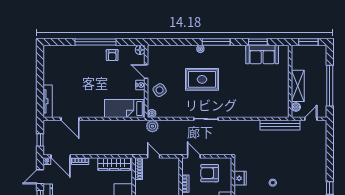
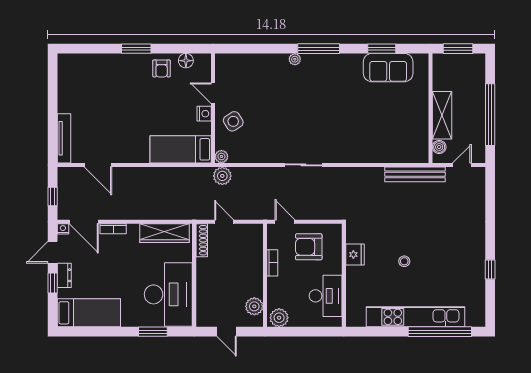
window: (95, 42) -> (136, 49), width x0.47
floor lamp: (140, 50) -> (186, 61), moved
rug: (202, 79) -> (297, 105), removed

